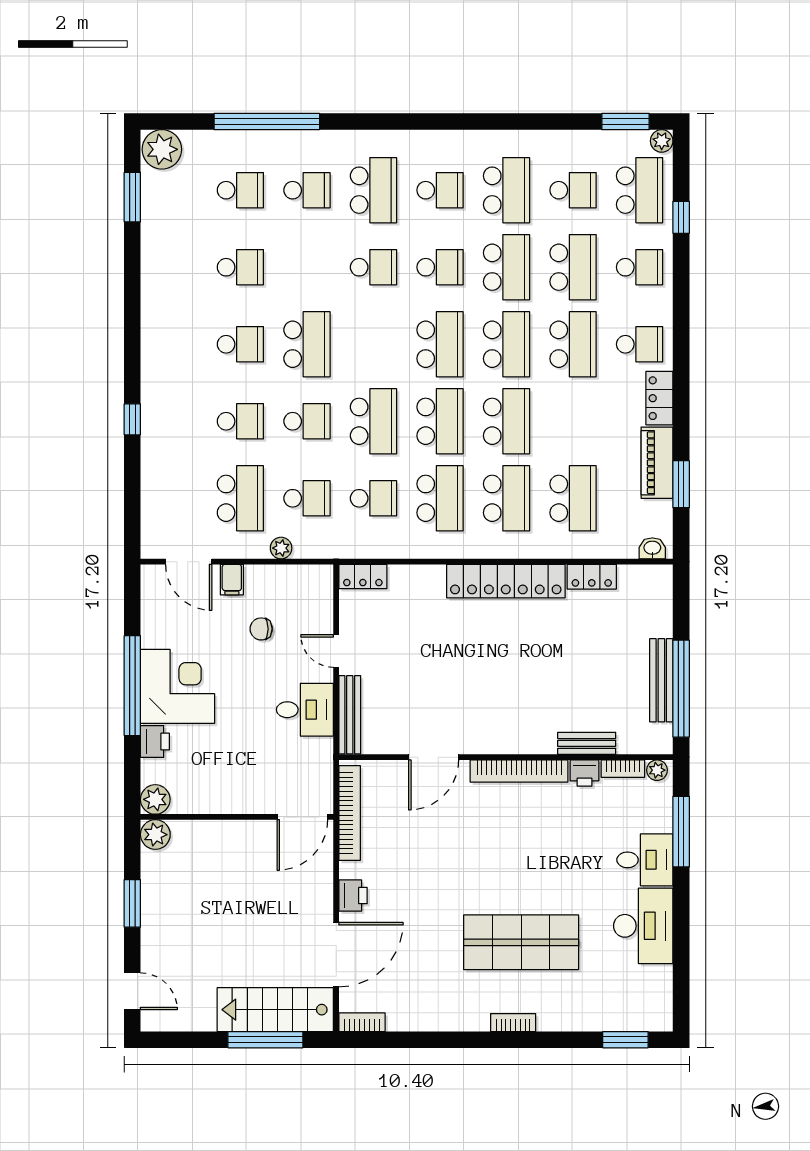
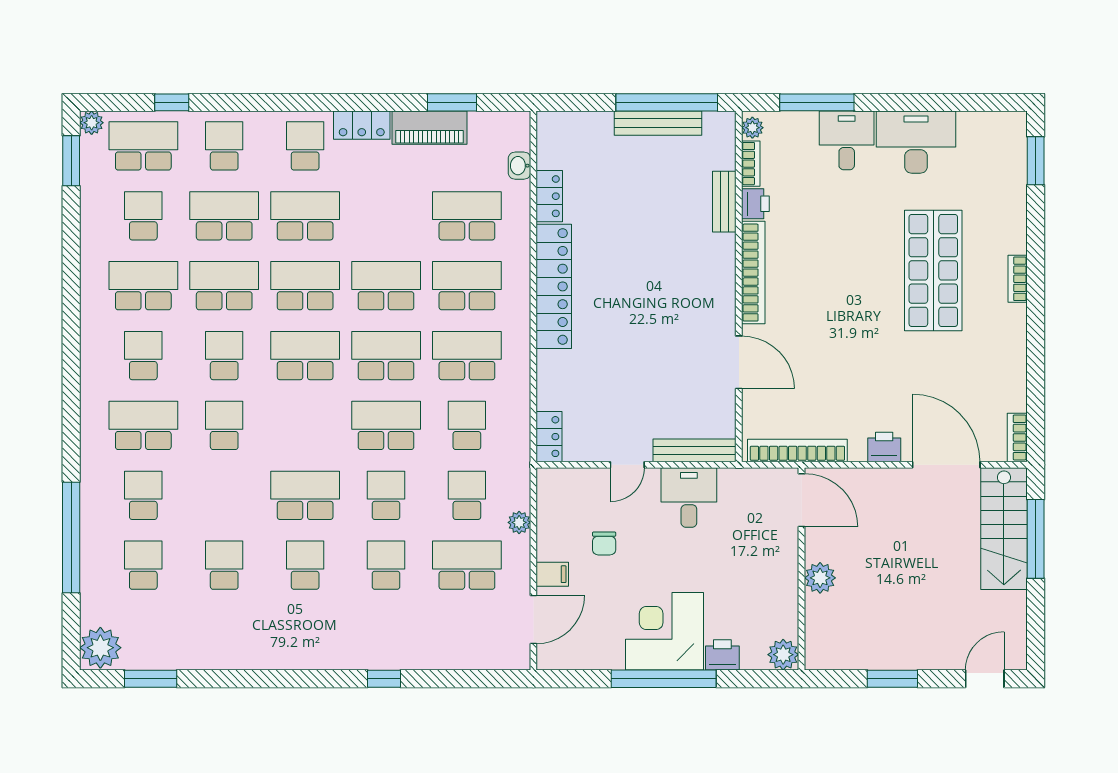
washbasin: (652, 548) -> (519, 166), moved
plant: (155, 835) -> (820, 578), moved

